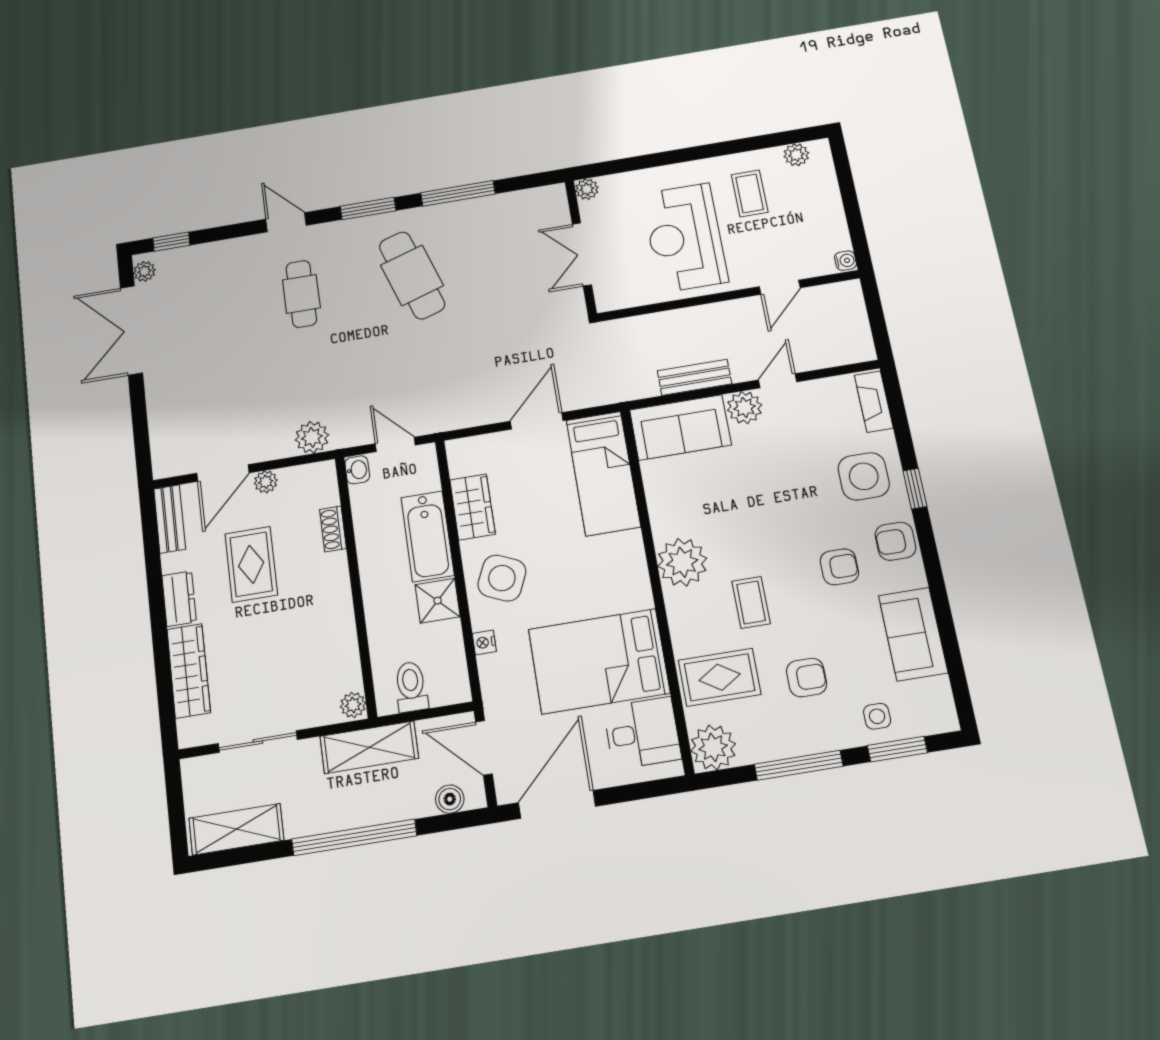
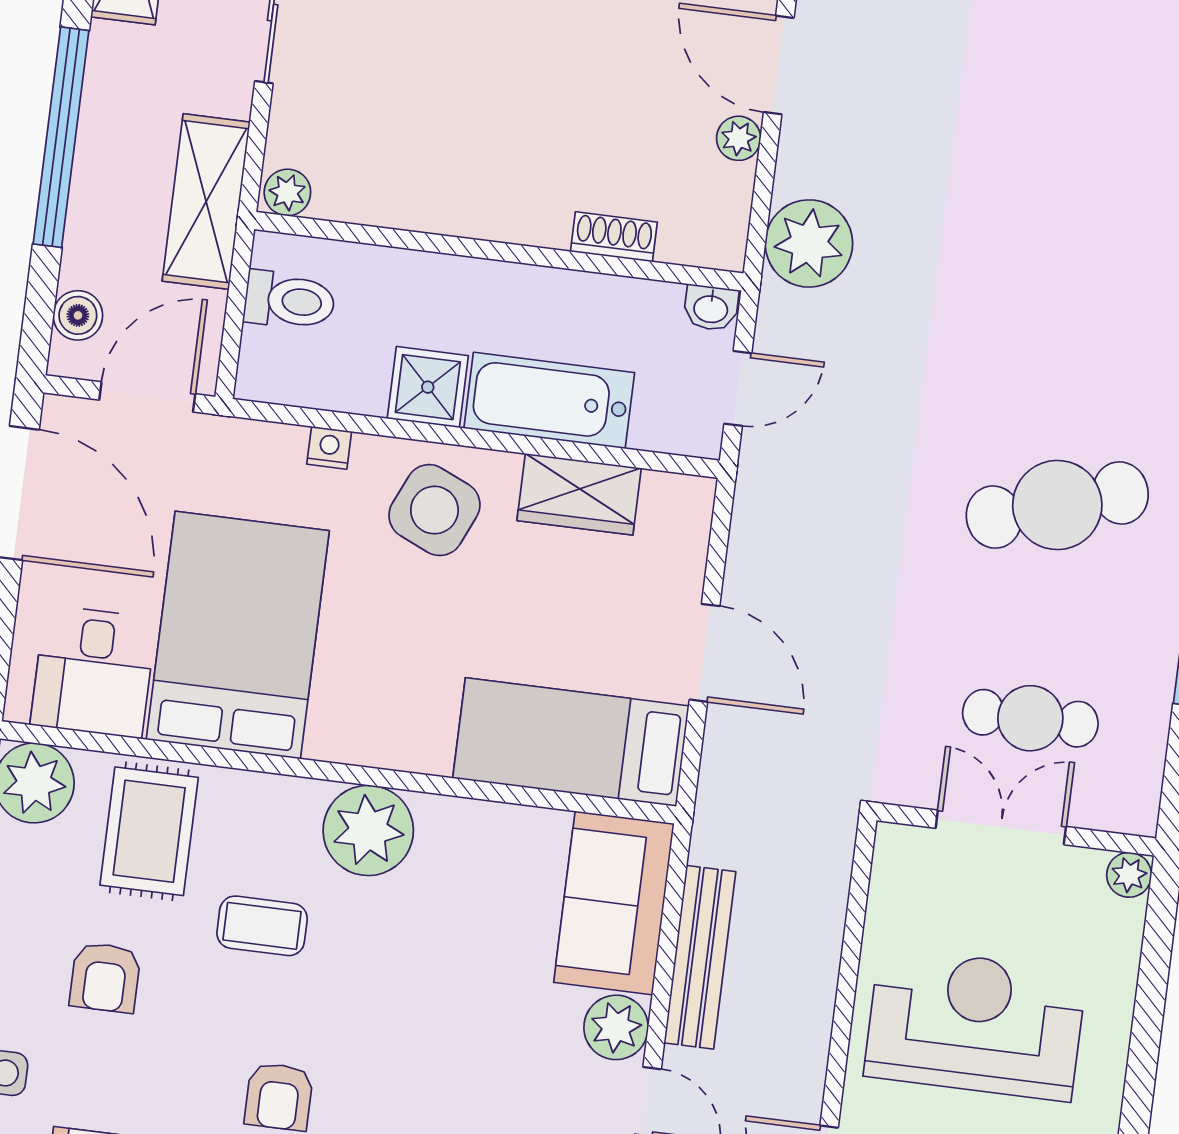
cafe table: (301, 294) -> (1030, 718), moved
bench: (695, 377) -> (700, 957), width x1.36
plant: (312, 437) -> (809, 243), width x1.36, depth x1.36
rug: (251, 564) -> (593, 76), removed

